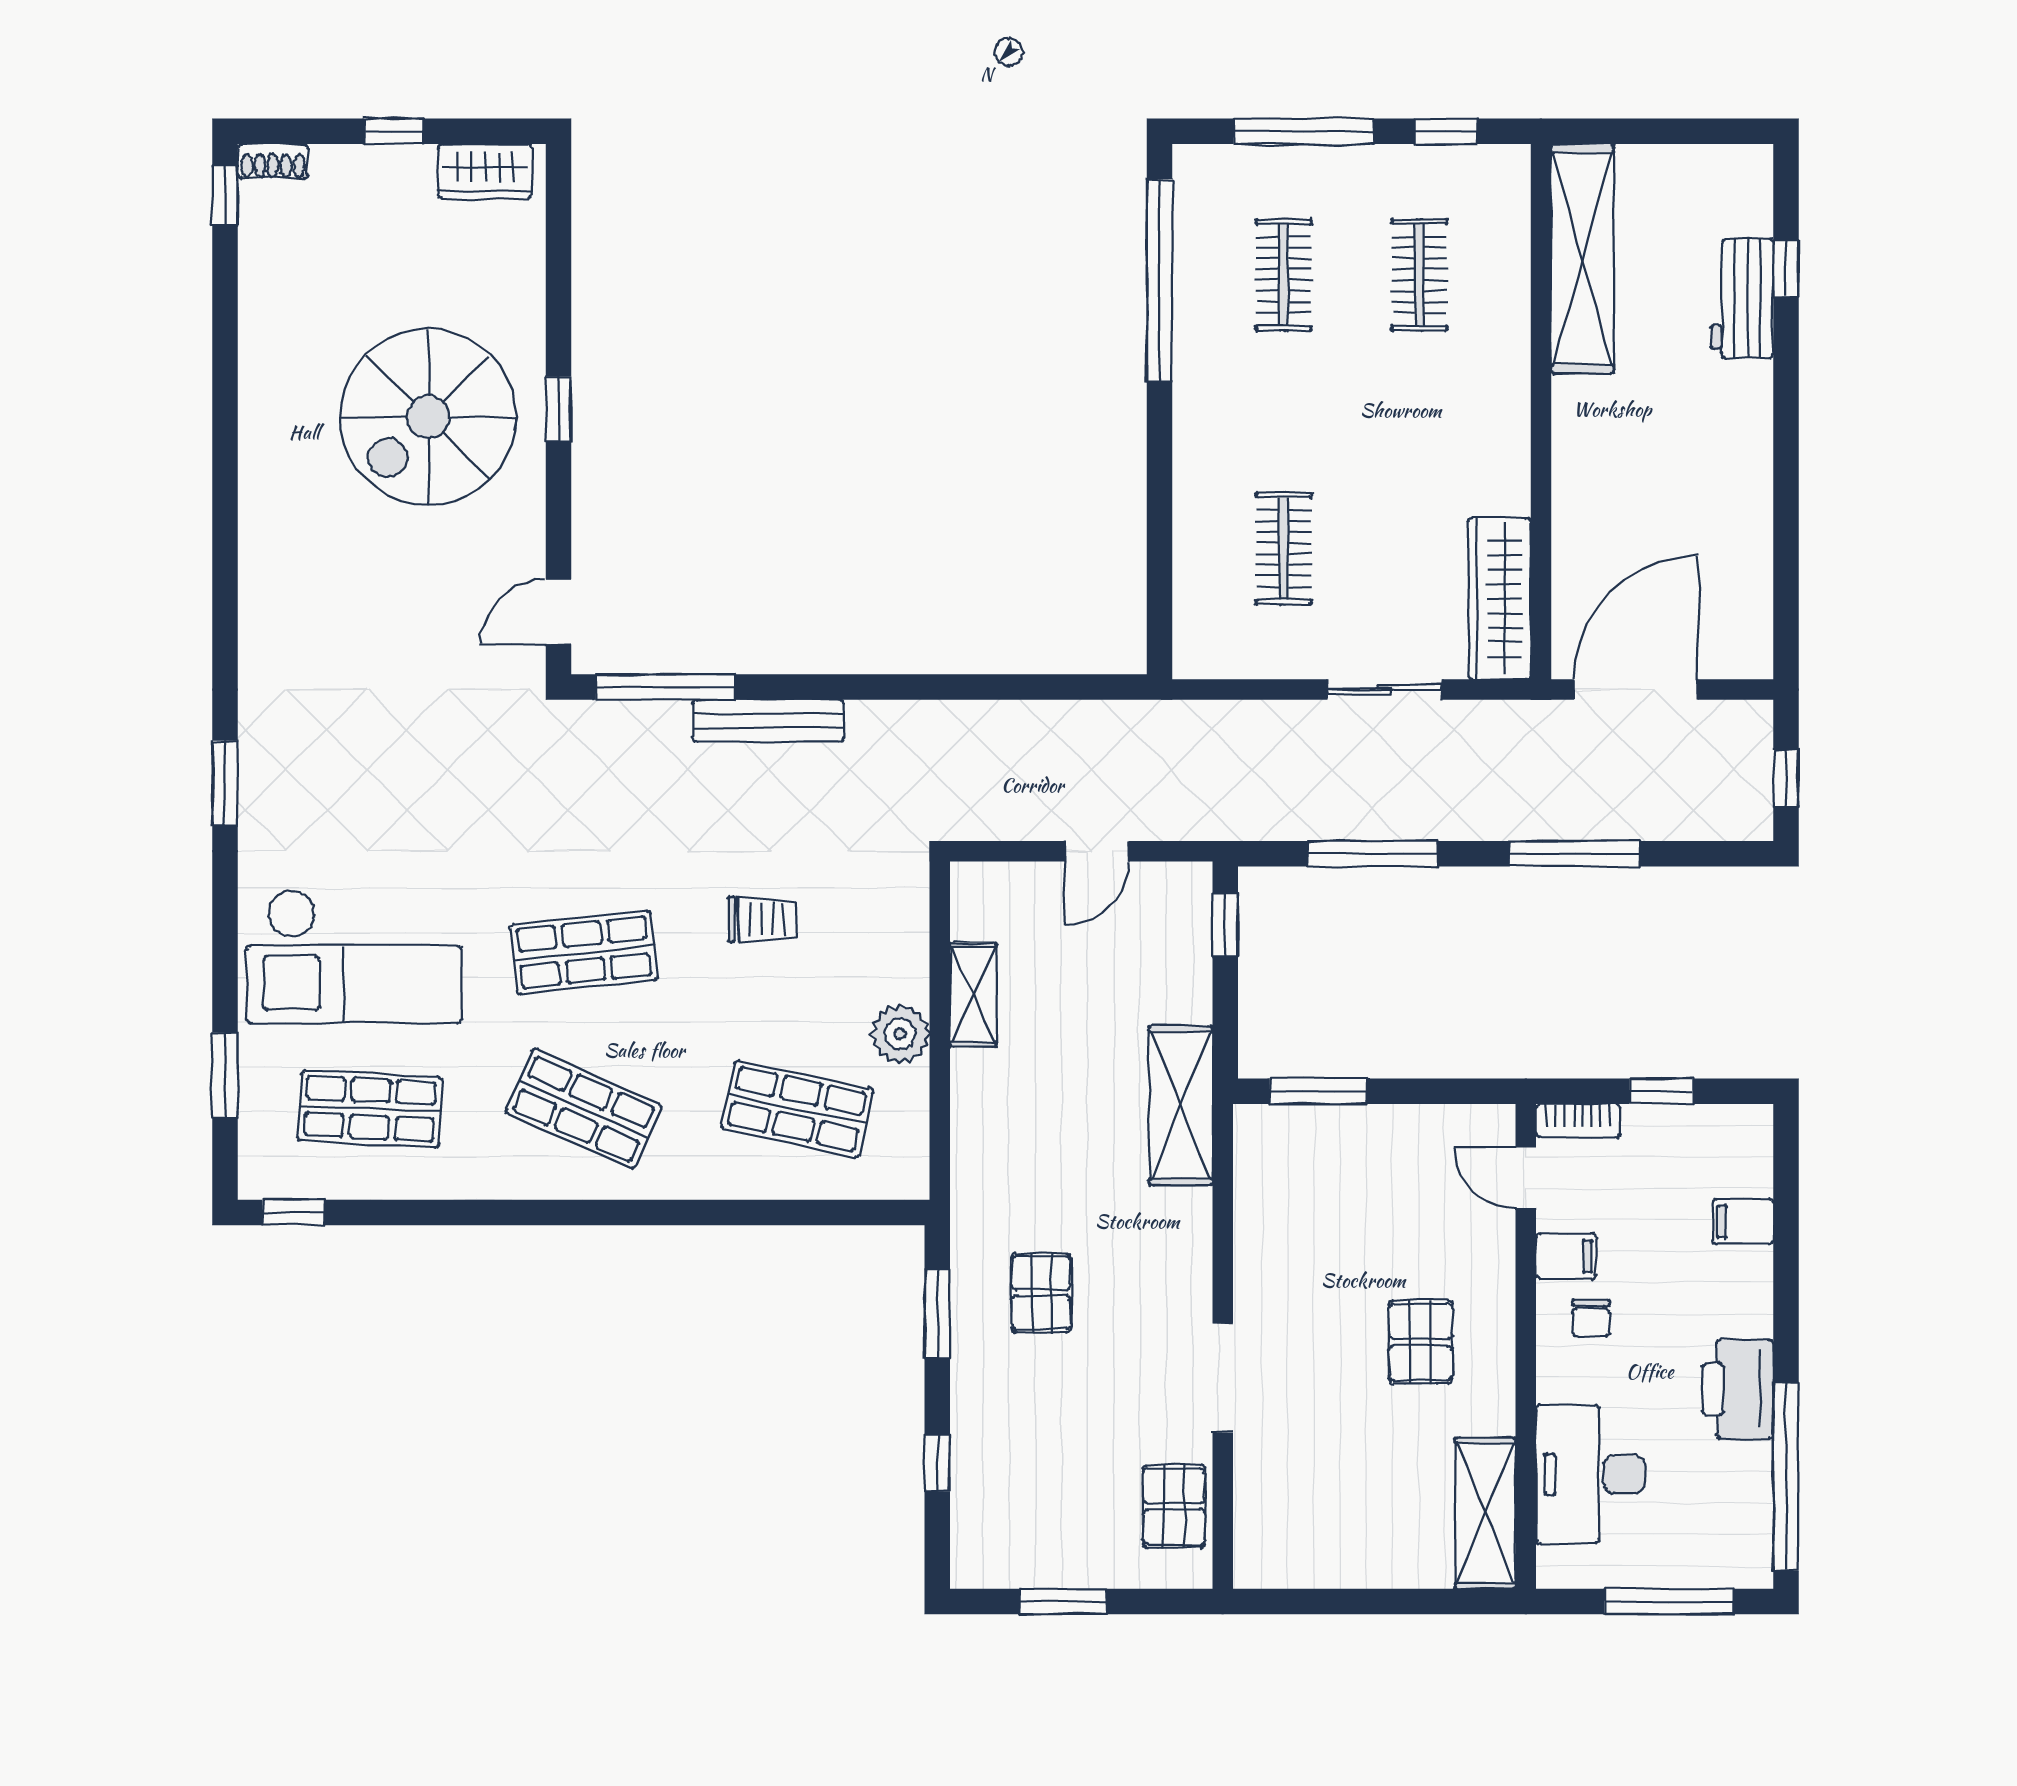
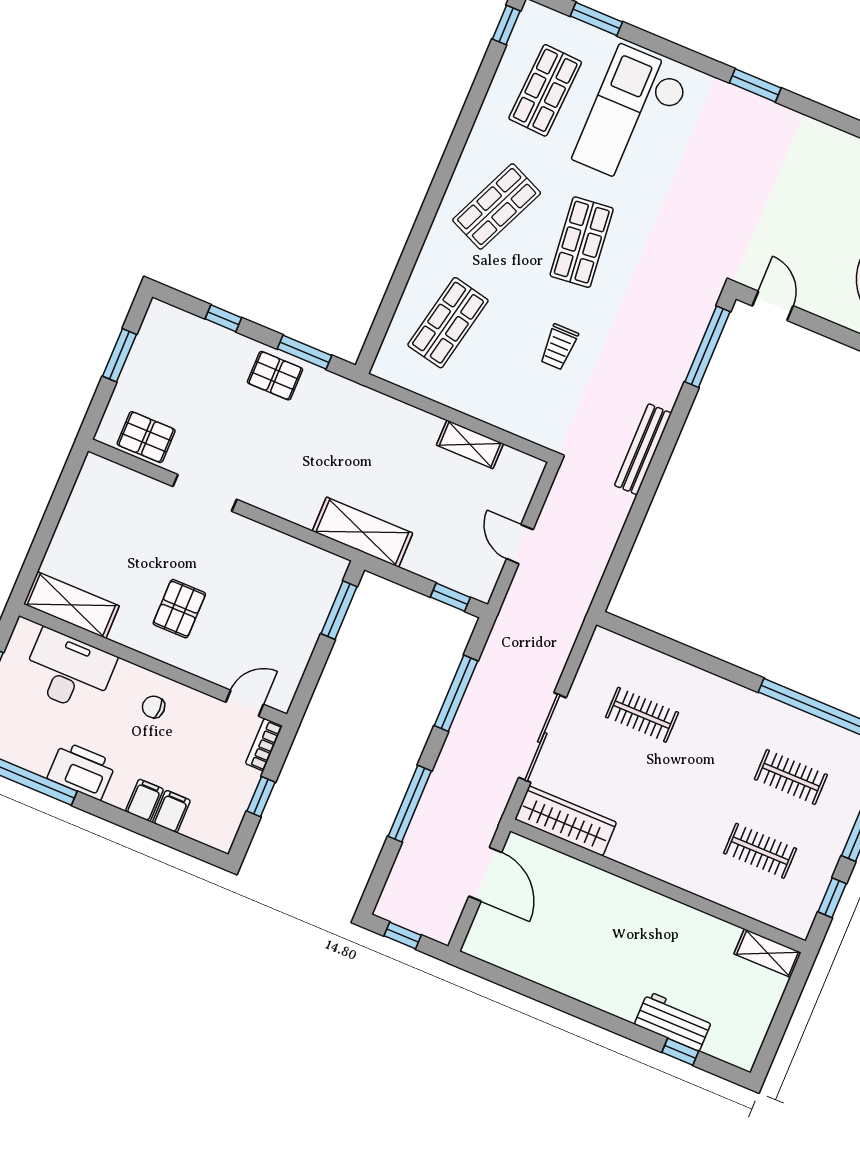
shelving: (1582, 259) -> (768, 953), width x0.45, depth x0.75
sliding door: (1385, 690) -> (542, 738), width x1.37
door: (1636, 690) -> (485, 874), width x0.73
bench: (768, 721) -> (643, 449), moved
plant: (900, 1034) -> (465, 396), removed
filing cabinet: (1566, 1256) -> (144, 800), moved, turned 180
pallet: (1041, 1293) -> (275, 376), moved
pallet: (1421, 1342) -> (179, 609), turned 90

